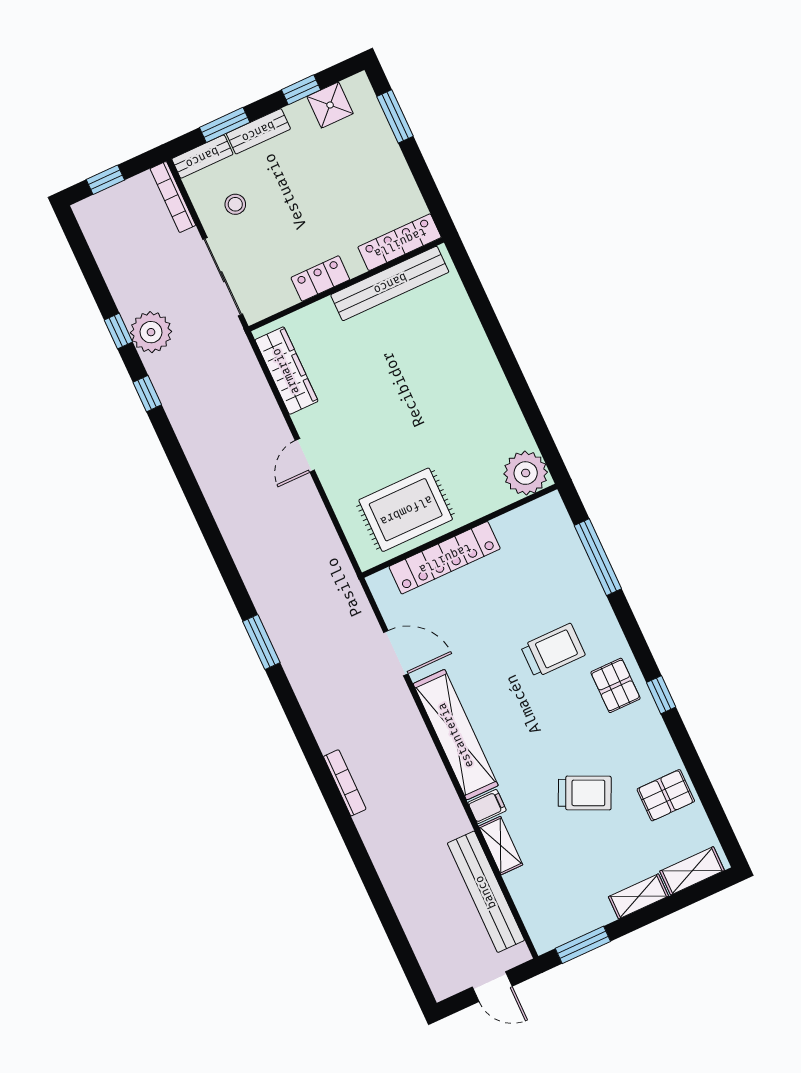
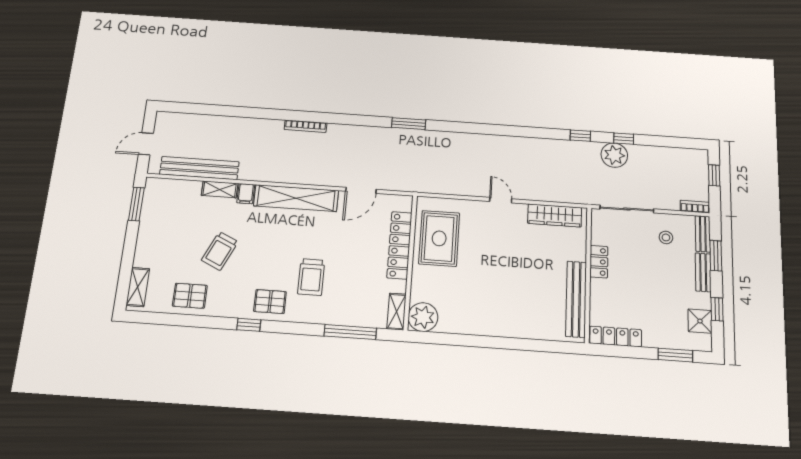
bookcase: (173, 197) -> (695, 207), width x0.64
locker: (400, 242) -> (616, 336), moved, turned -90
pallet: (666, 795) -> (190, 296), turned 90
shelving: (639, 896) -> (397, 312), moved

